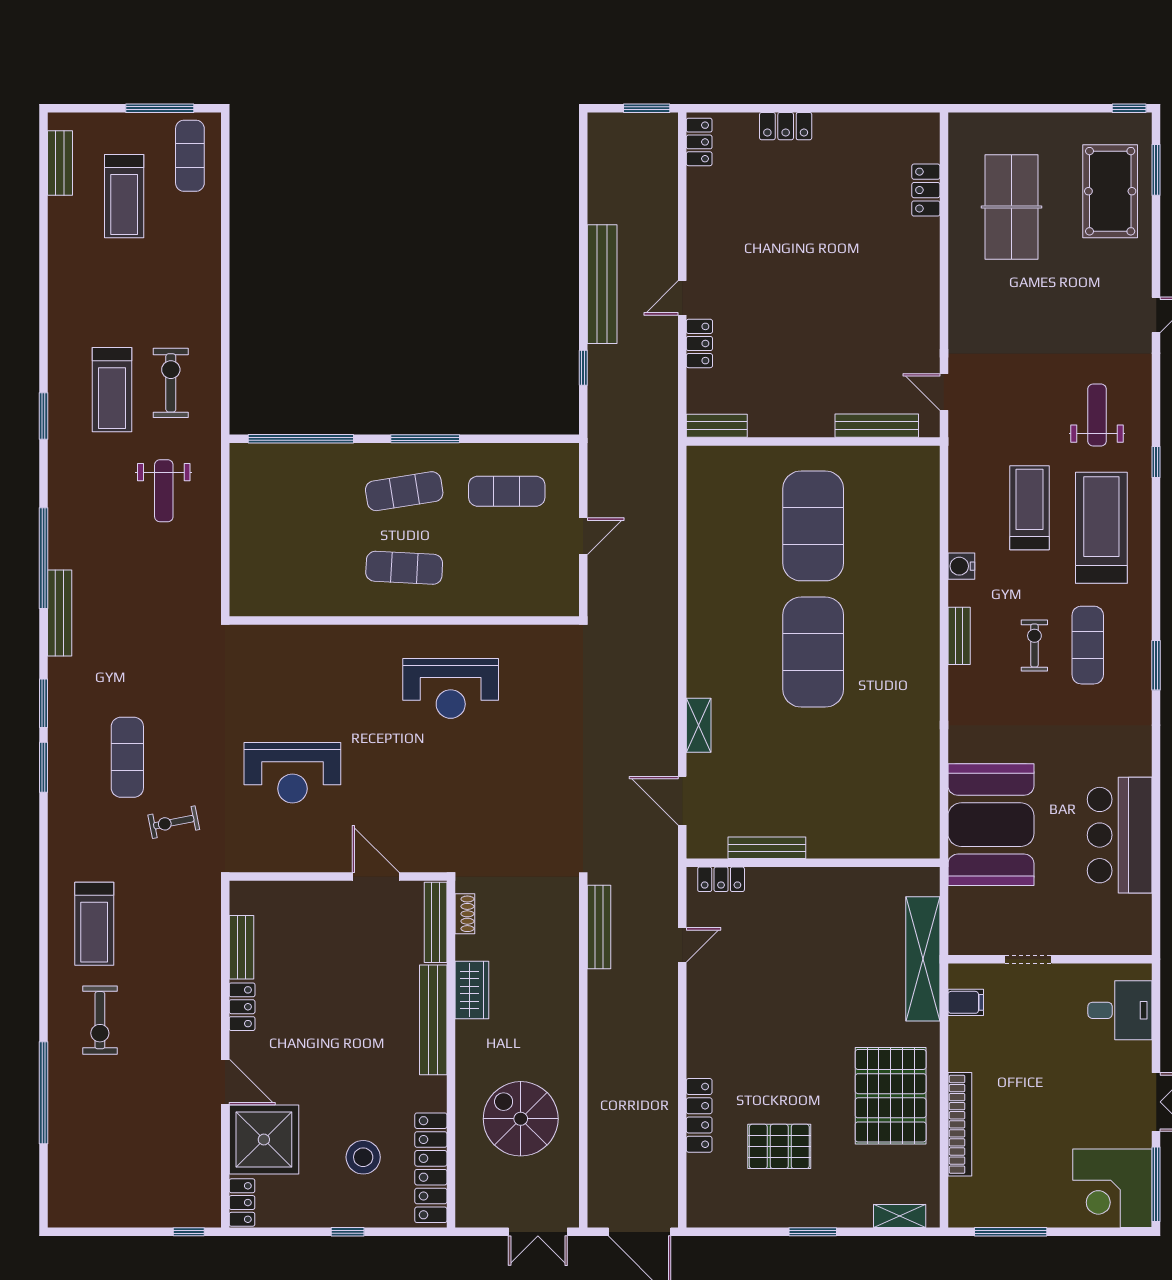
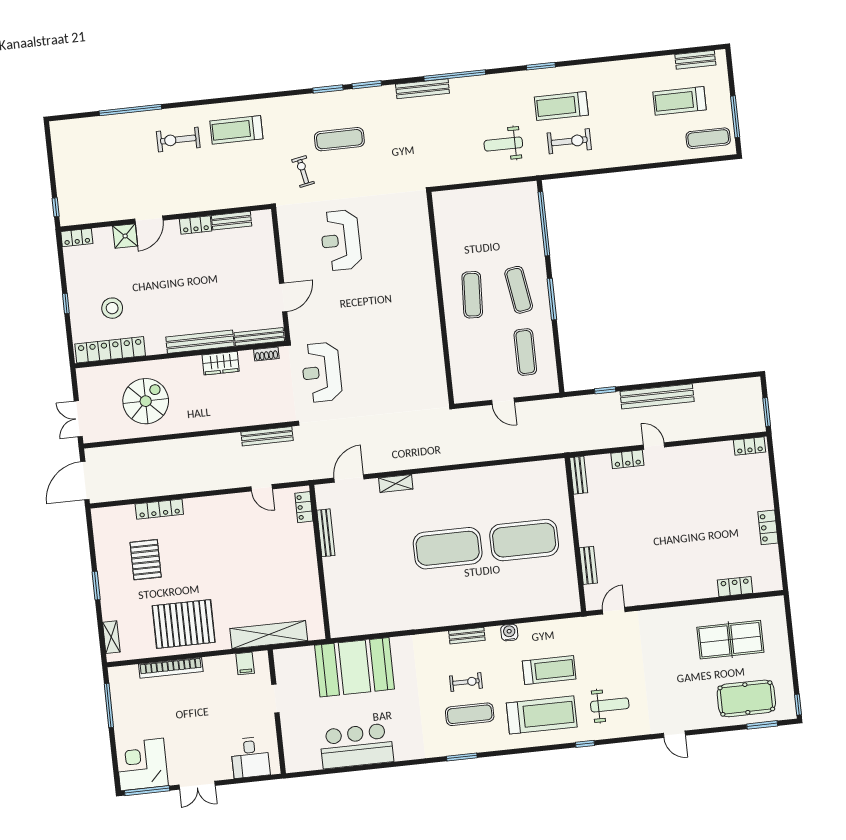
locker: (786, 126) -> (768, 527), moved
bench: (877, 426) -> (588, 565), width x0.73
reception desk: (451, 688) -> (322, 372), moved
shower: (264, 1140) -> (125, 236), width x0.54, depth x0.54

